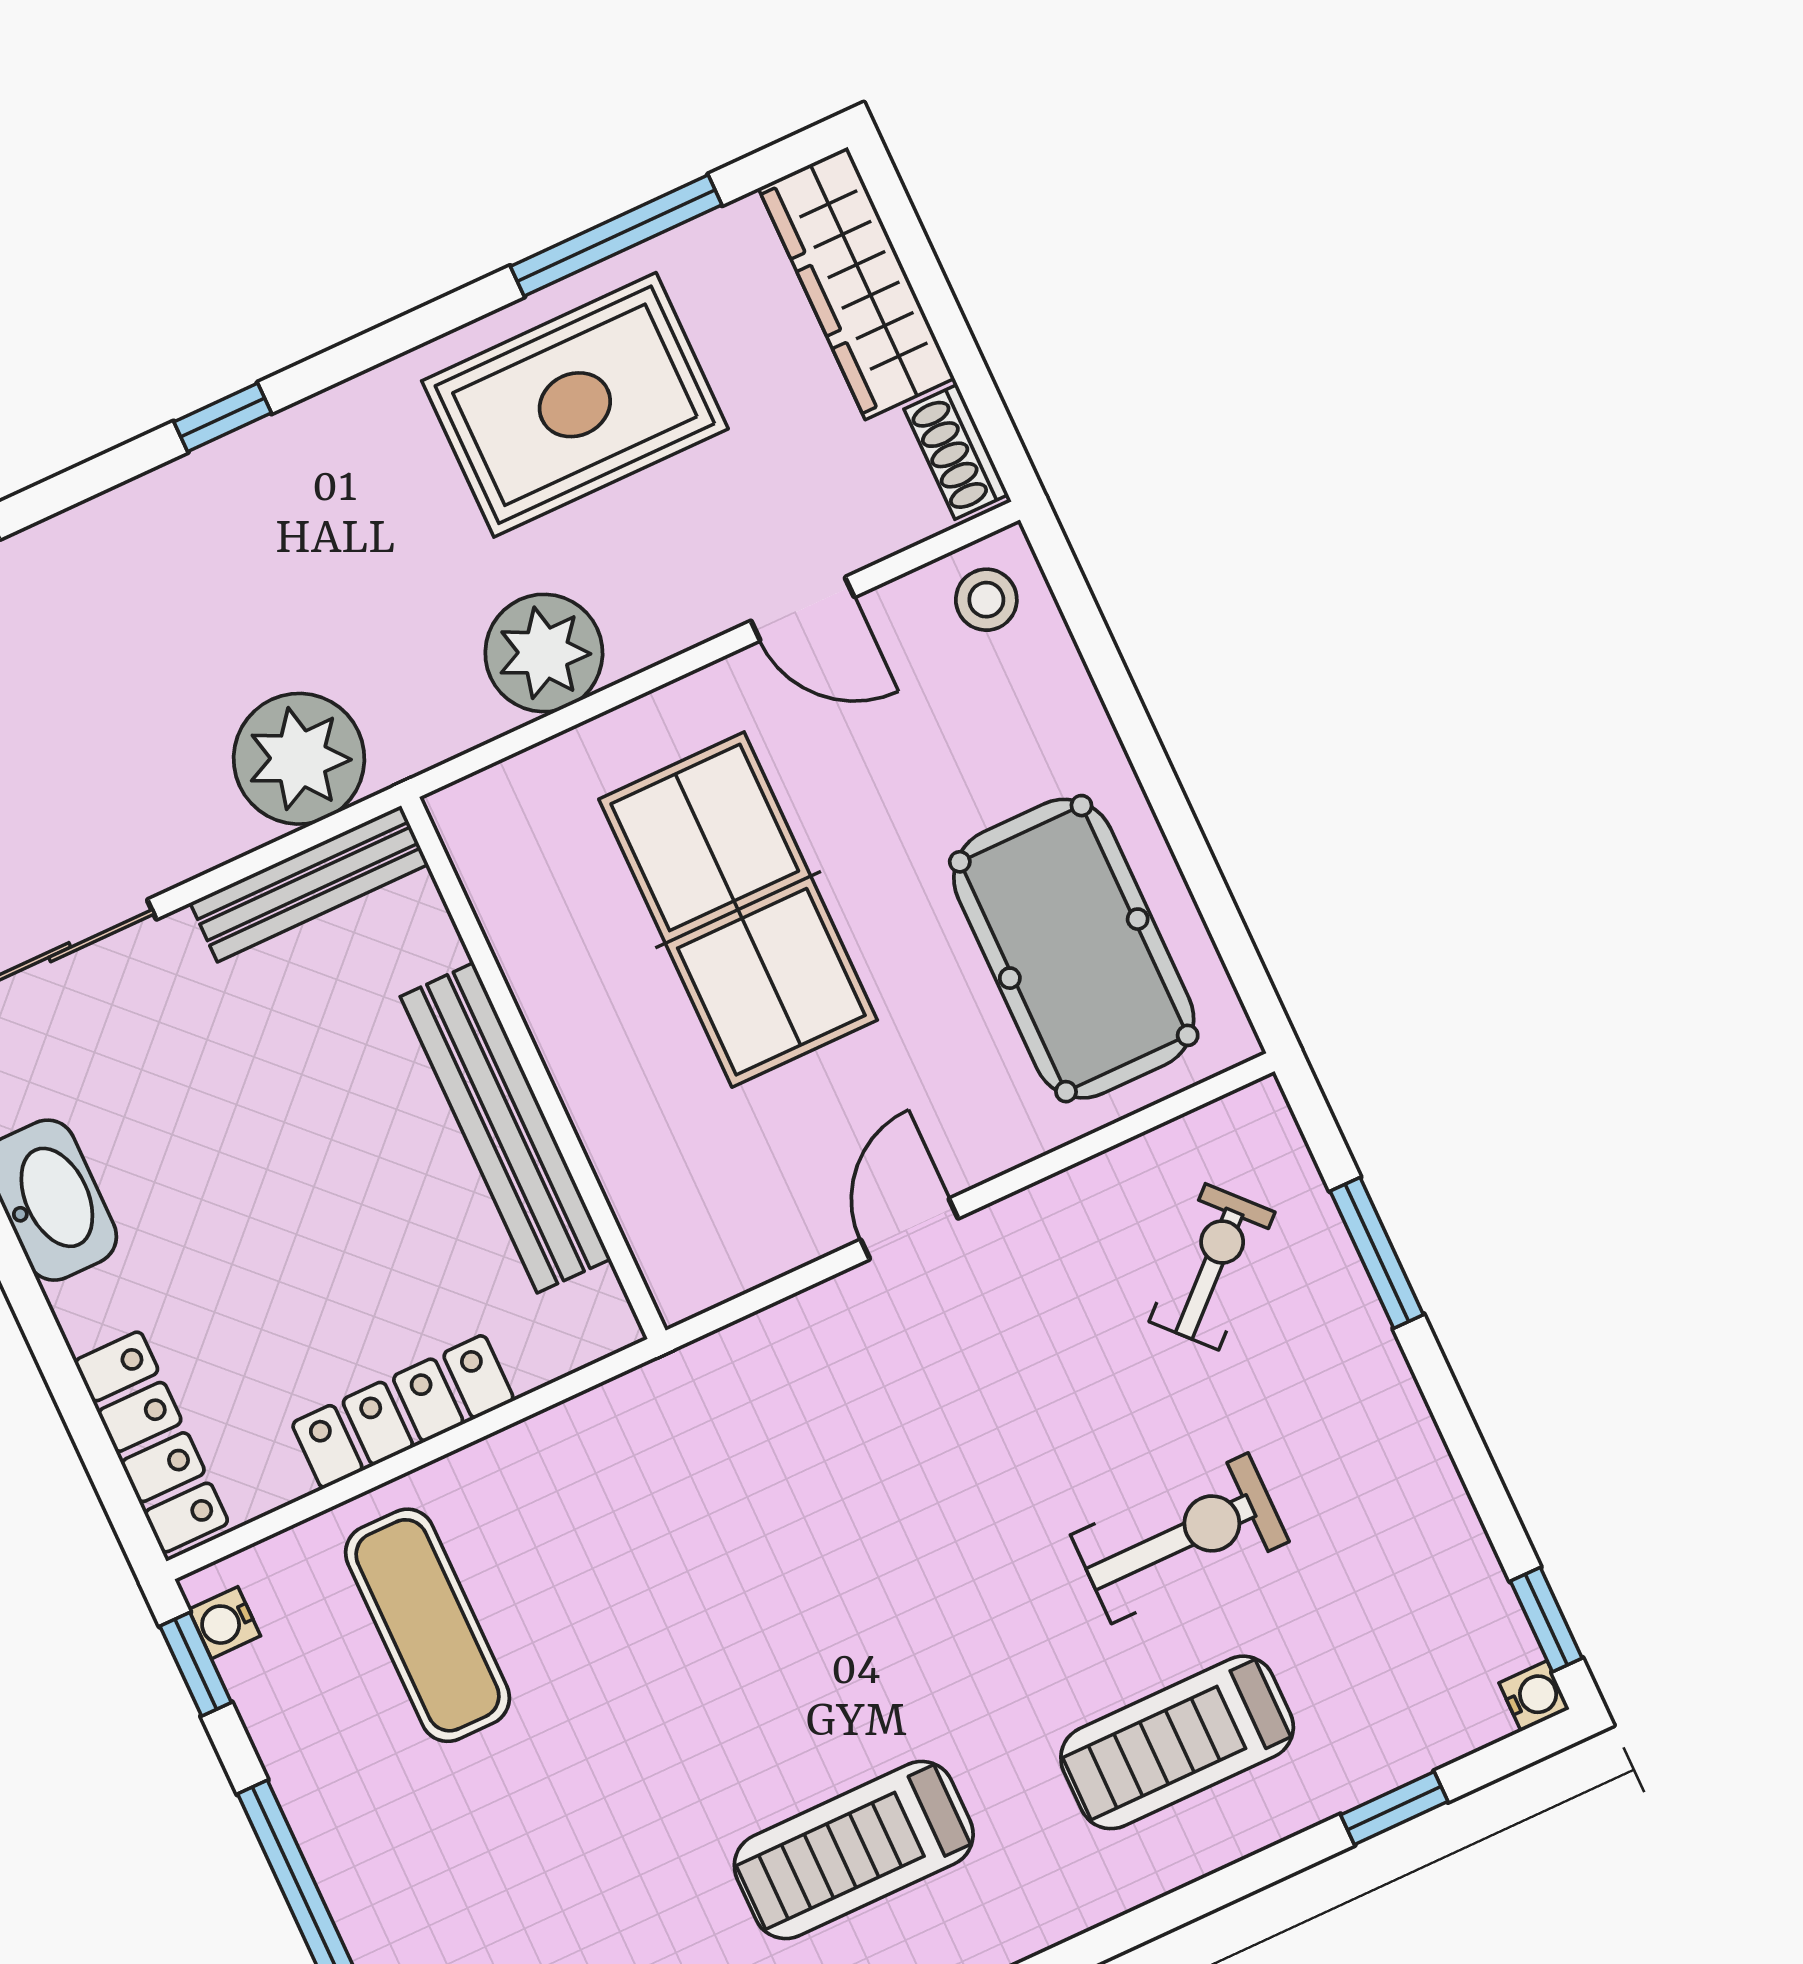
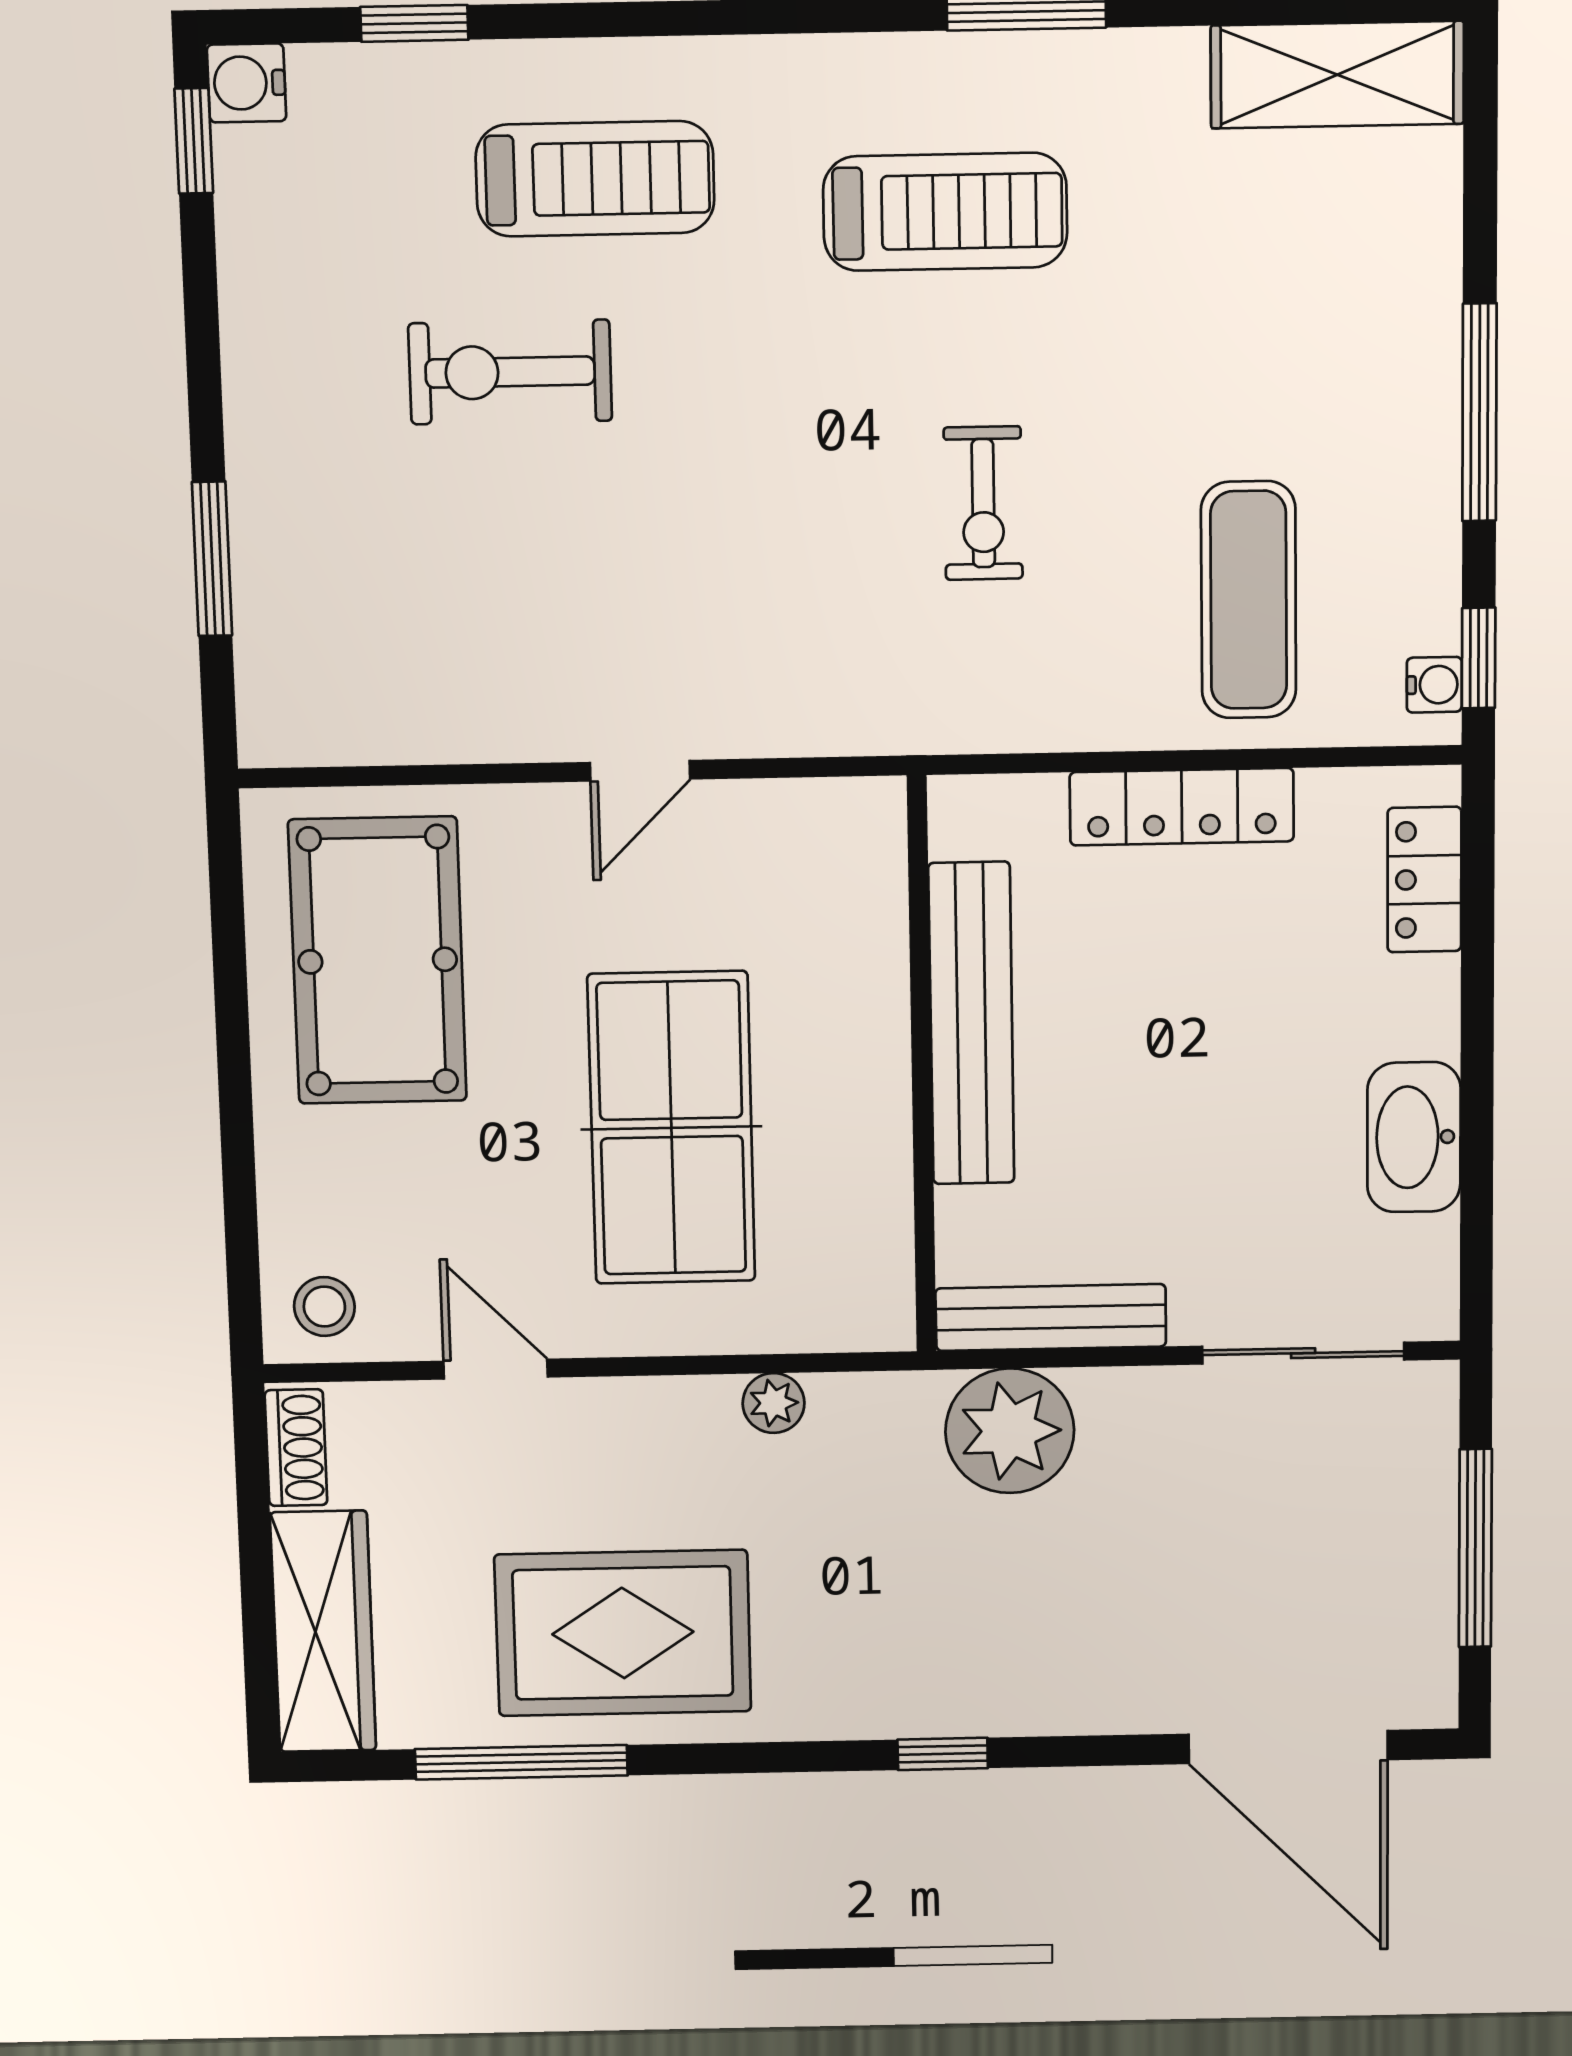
plant: (544, 653) -> (774, 1403), width x0.53, depth x0.53
exercise bike: (1212, 1267) -> (983, 503), moved, turned -47
locker: (152, 1442) -> (1424, 880), width x0.66
water cooler: (1534, 1696) -> (247, 83), width x1.38, depth x1.38

